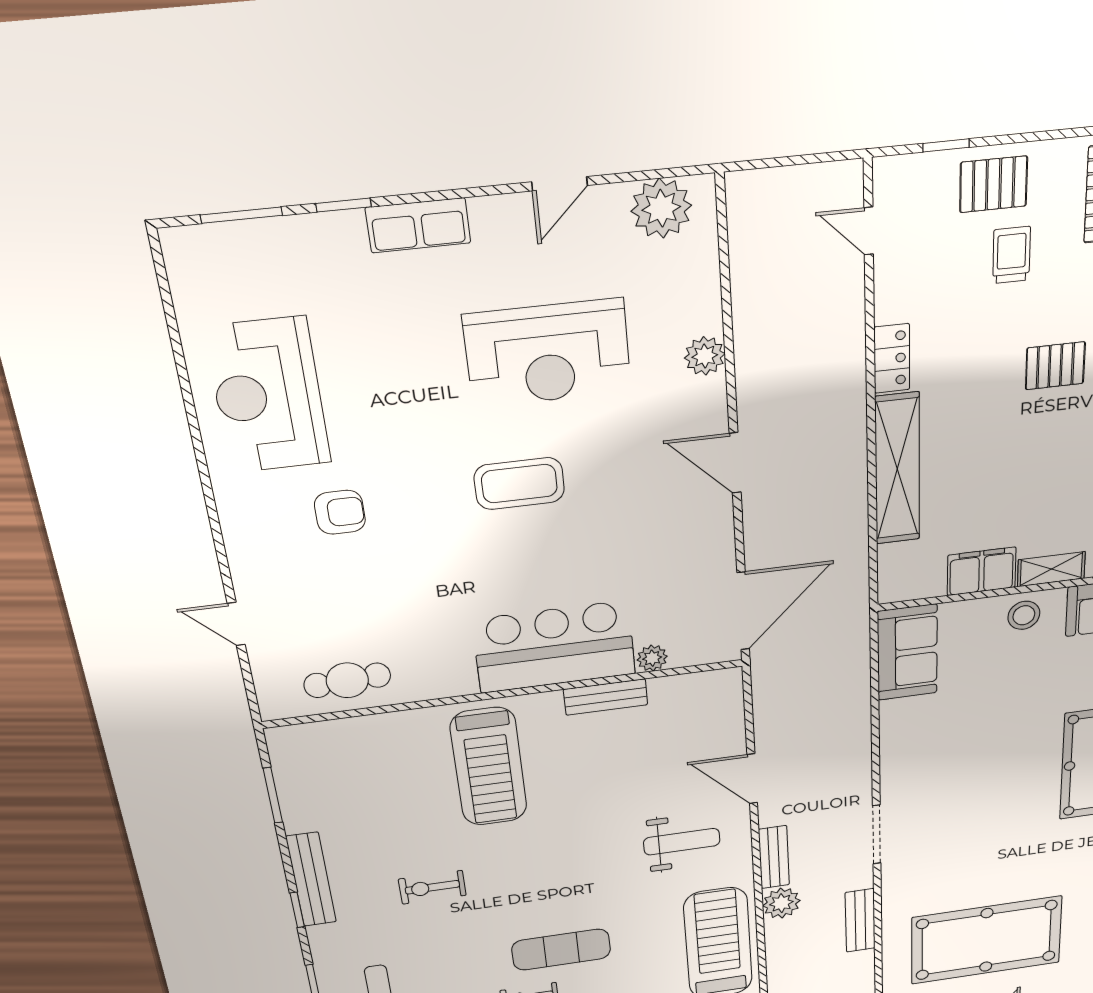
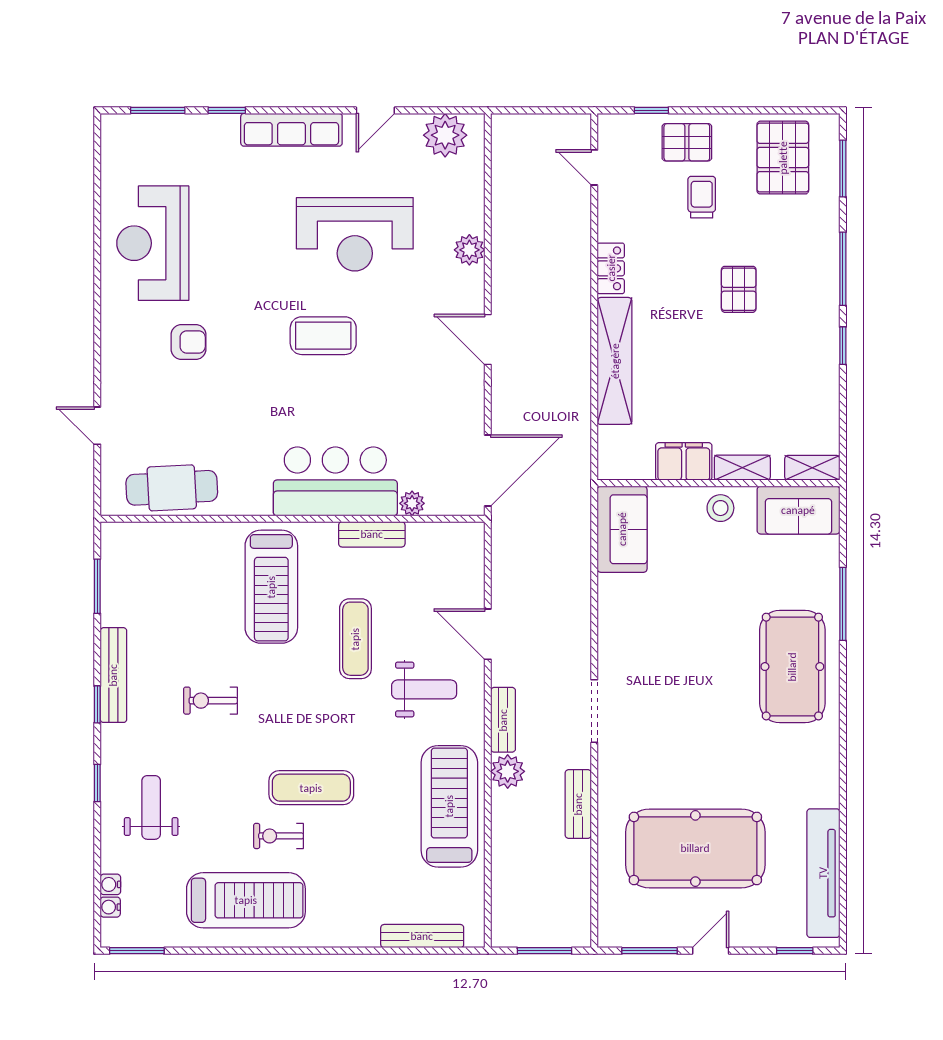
row of seats: (418, 225) -> (291, 130), width x1.48
pallet: (1055, 366) -> (739, 289), turned 90
cafe table: (347, 680) -> (172, 488), width x1.37, depth x1.35
exercise mat: (597, 804) -> (355, 639), added

